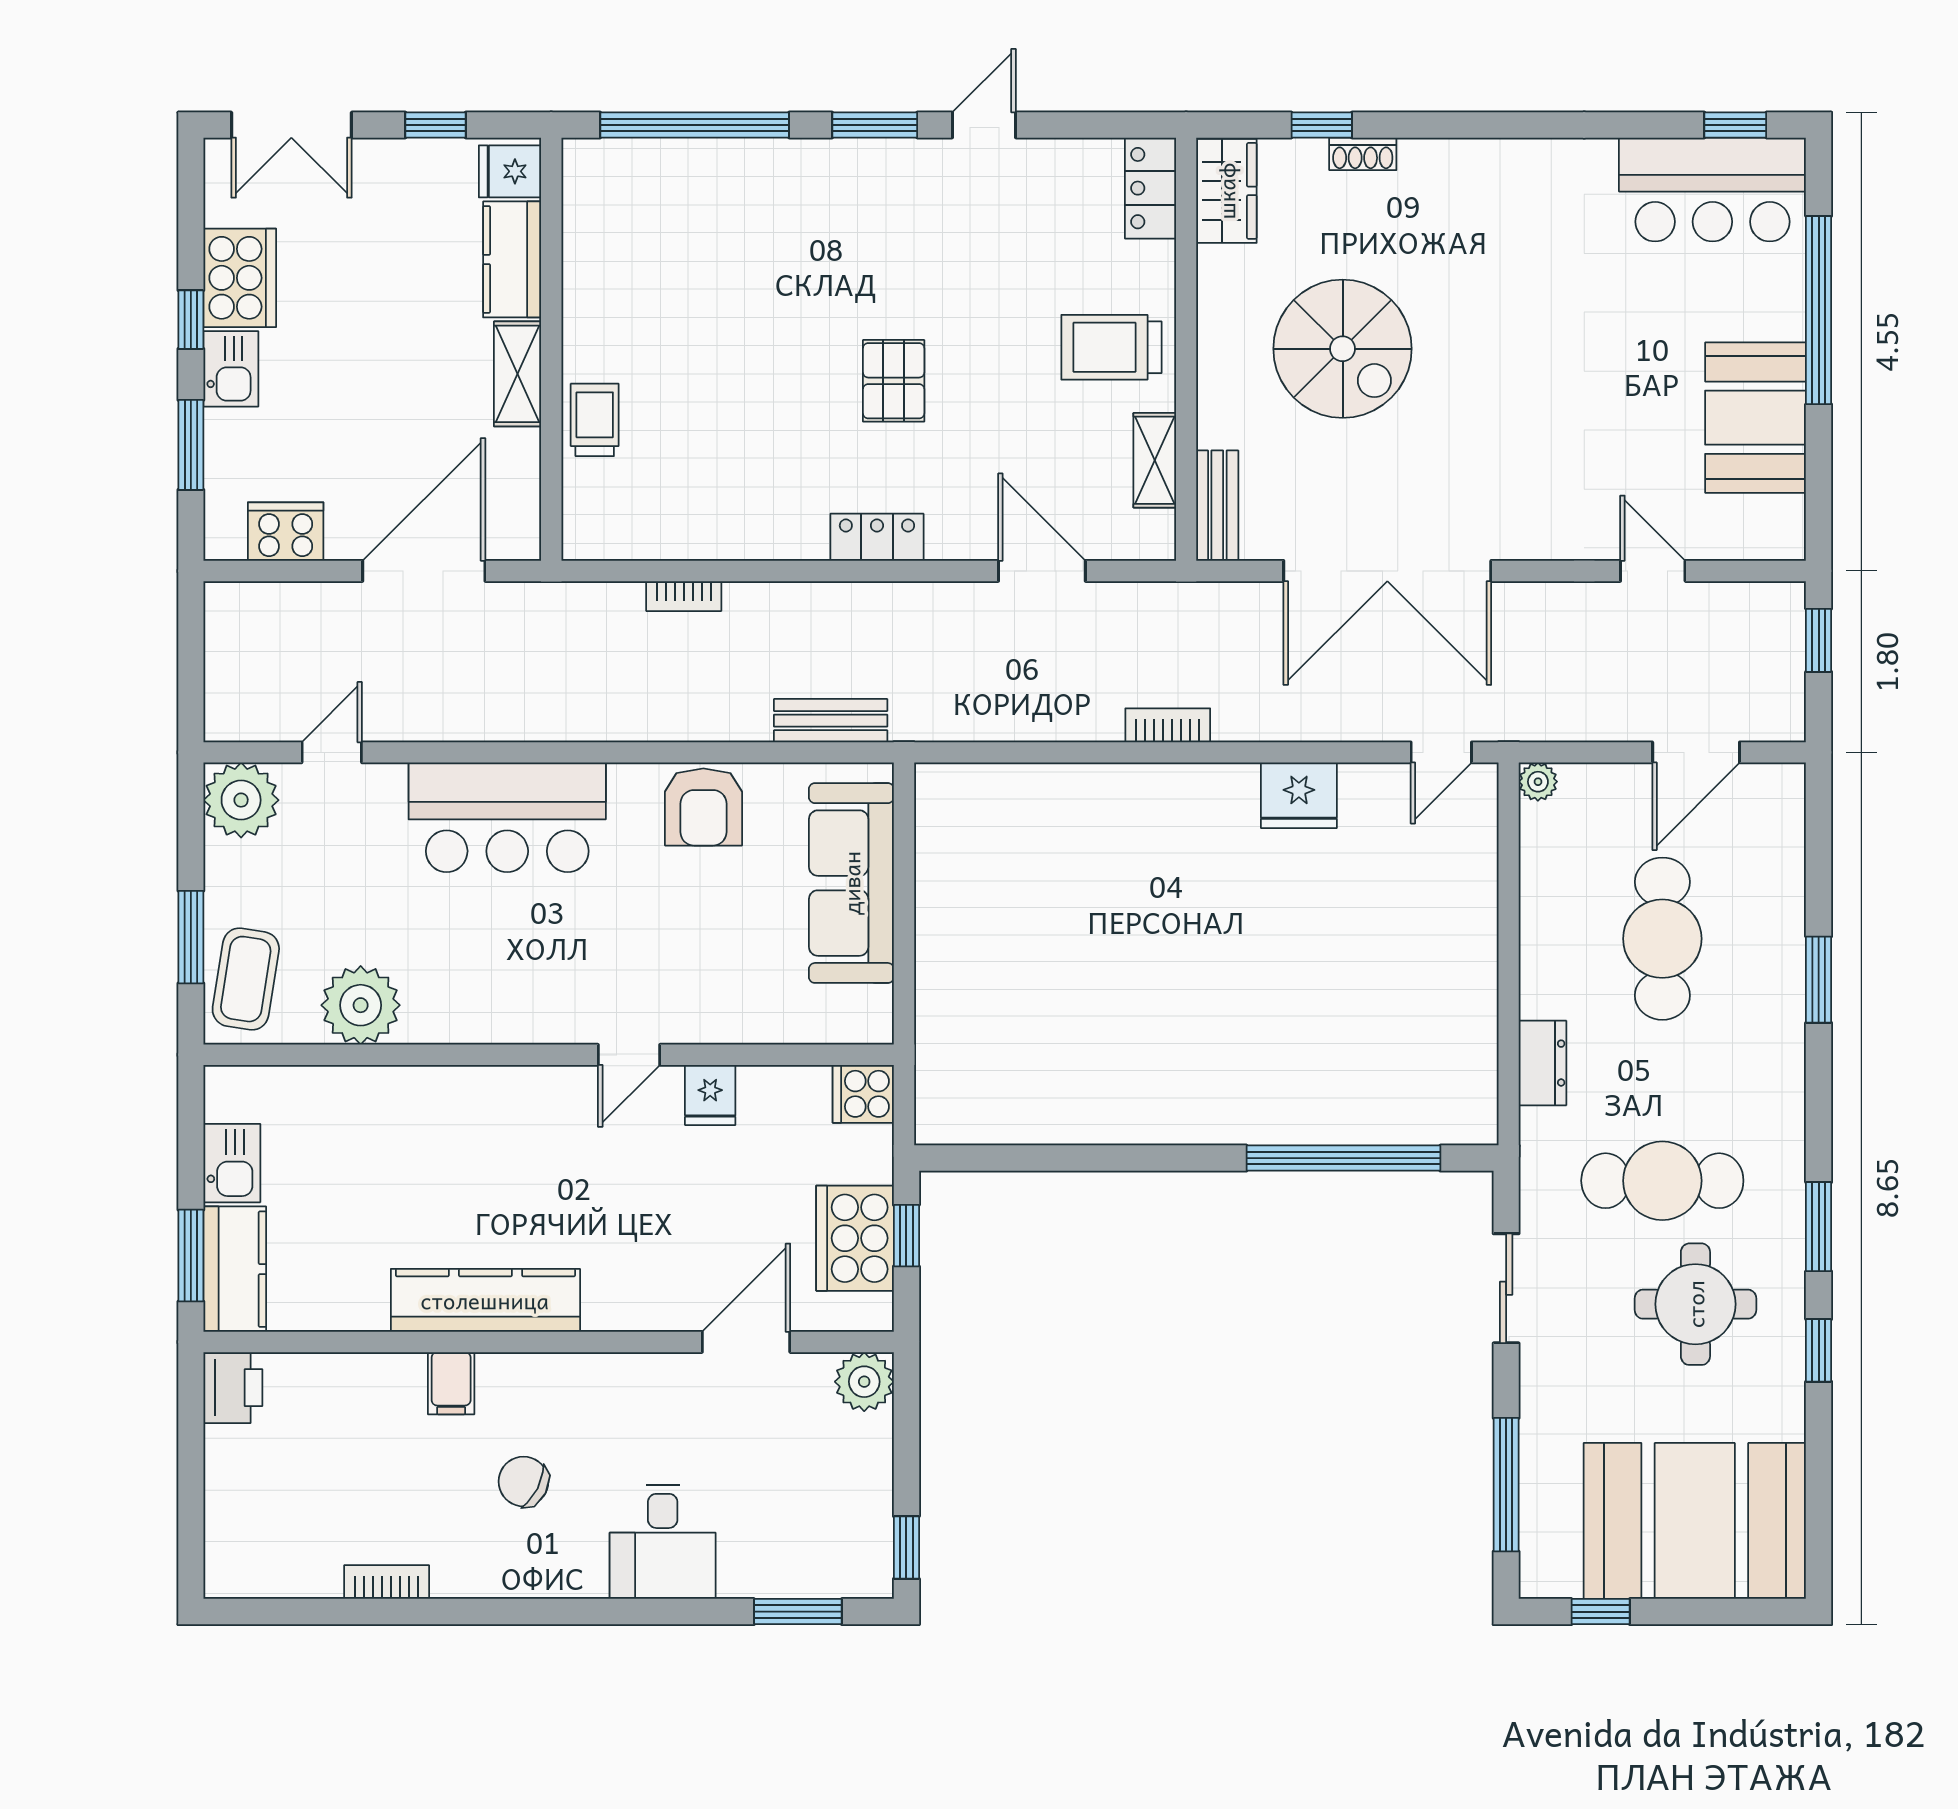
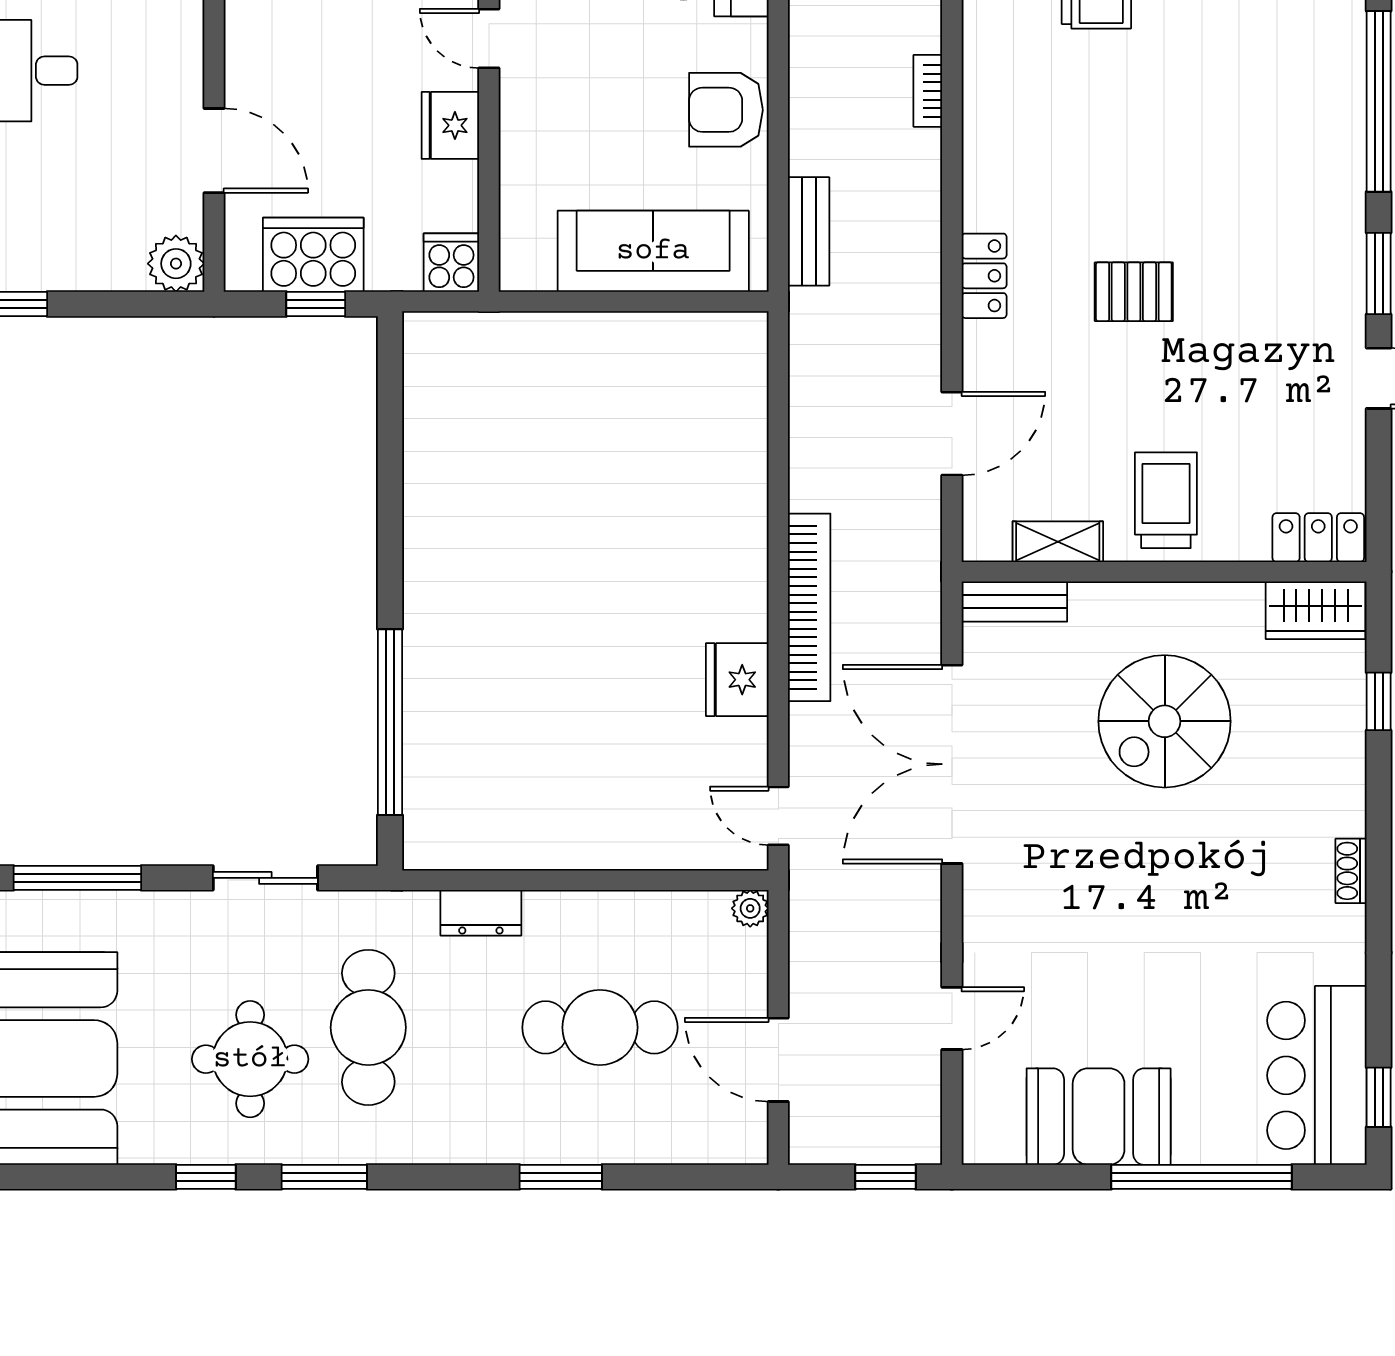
shoe rack: (1363, 154) -> (1351, 871), moved
bookcase: (1168, 725) -> (809, 607), width x2.31, depth x1.31
fridge: (710, 1095) -> (450, 125), width x1.38

